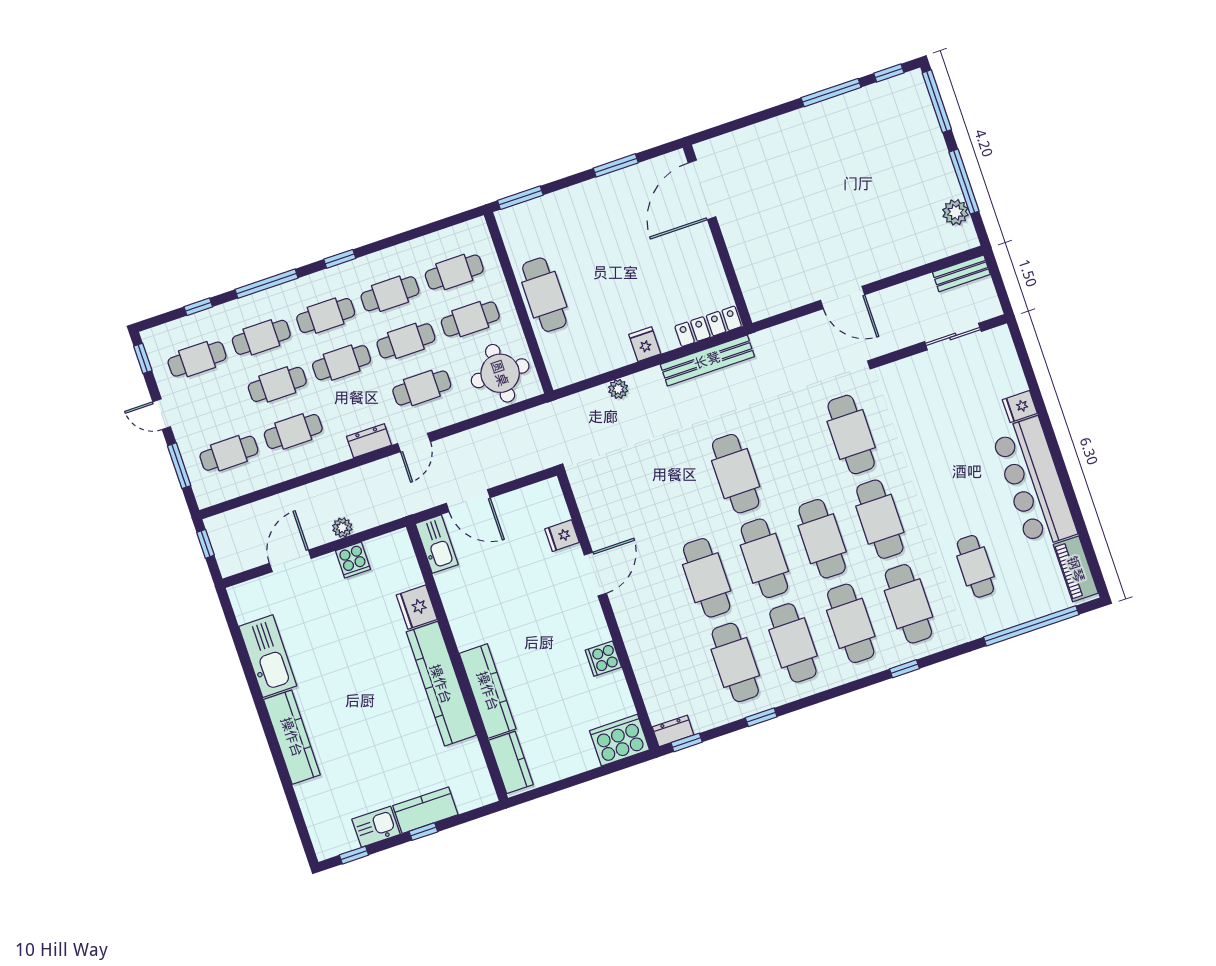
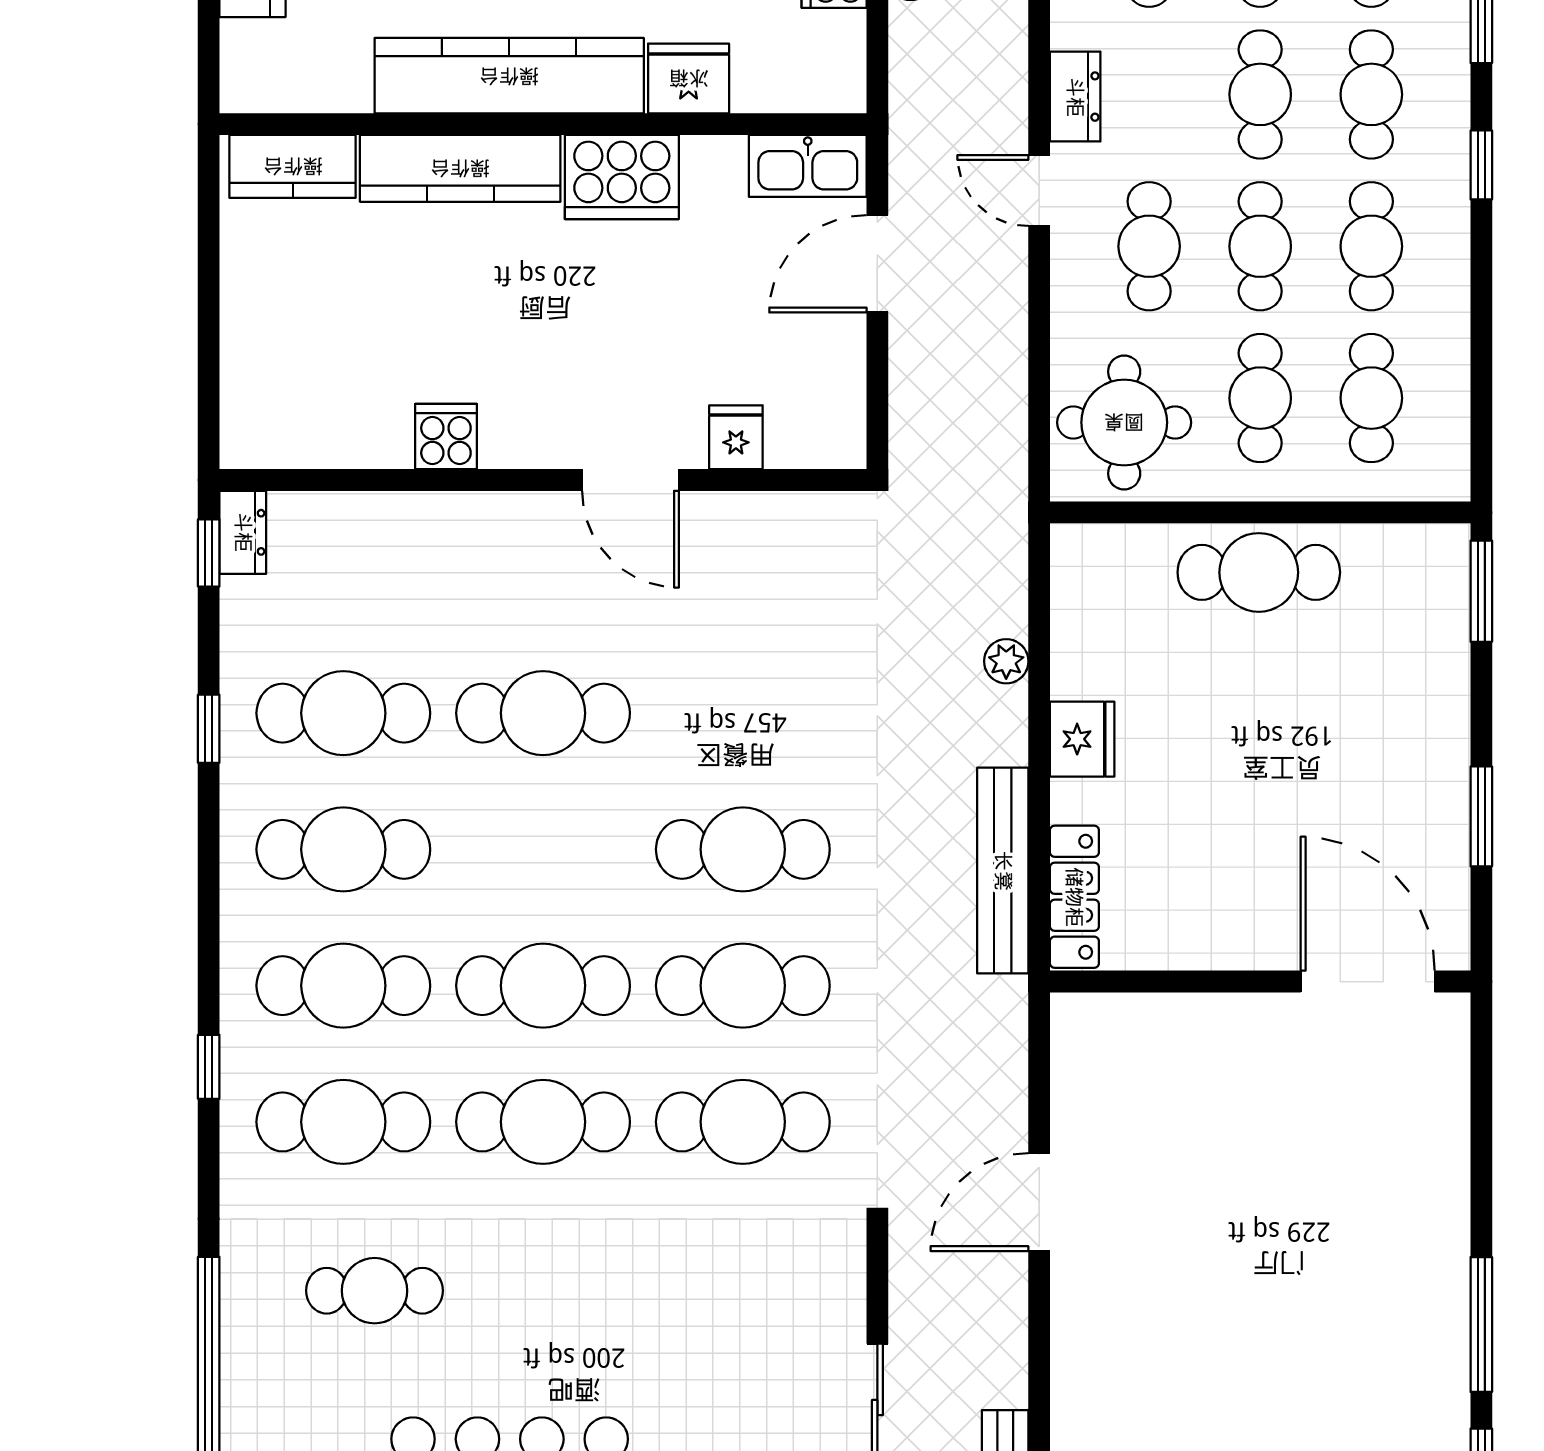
fridge: (645, 344) -> (1082, 739), width x1.38
cafe table: (764, 558) -> (743, 986), moved
cooker: (619, 740) -> (622, 177), moved, turned 90

